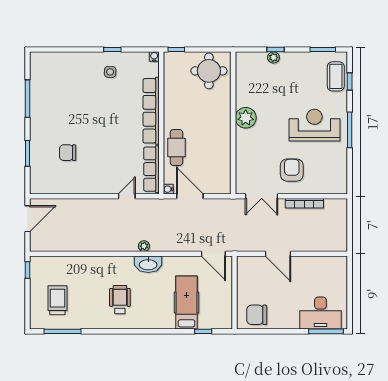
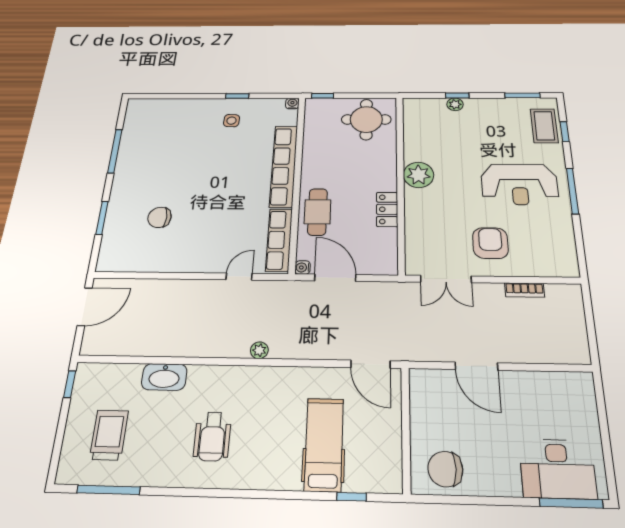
reception desk: (314, 125) -> (519, 184), turned 180
locker: (224, 145) -> (387, 209), added
bookcase: (304, 203) -> (525, 290), width x0.64
washbasin: (148, 264) -> (164, 377), moved
wheelchair: (120, 300) -> (212, 436), turned 180

